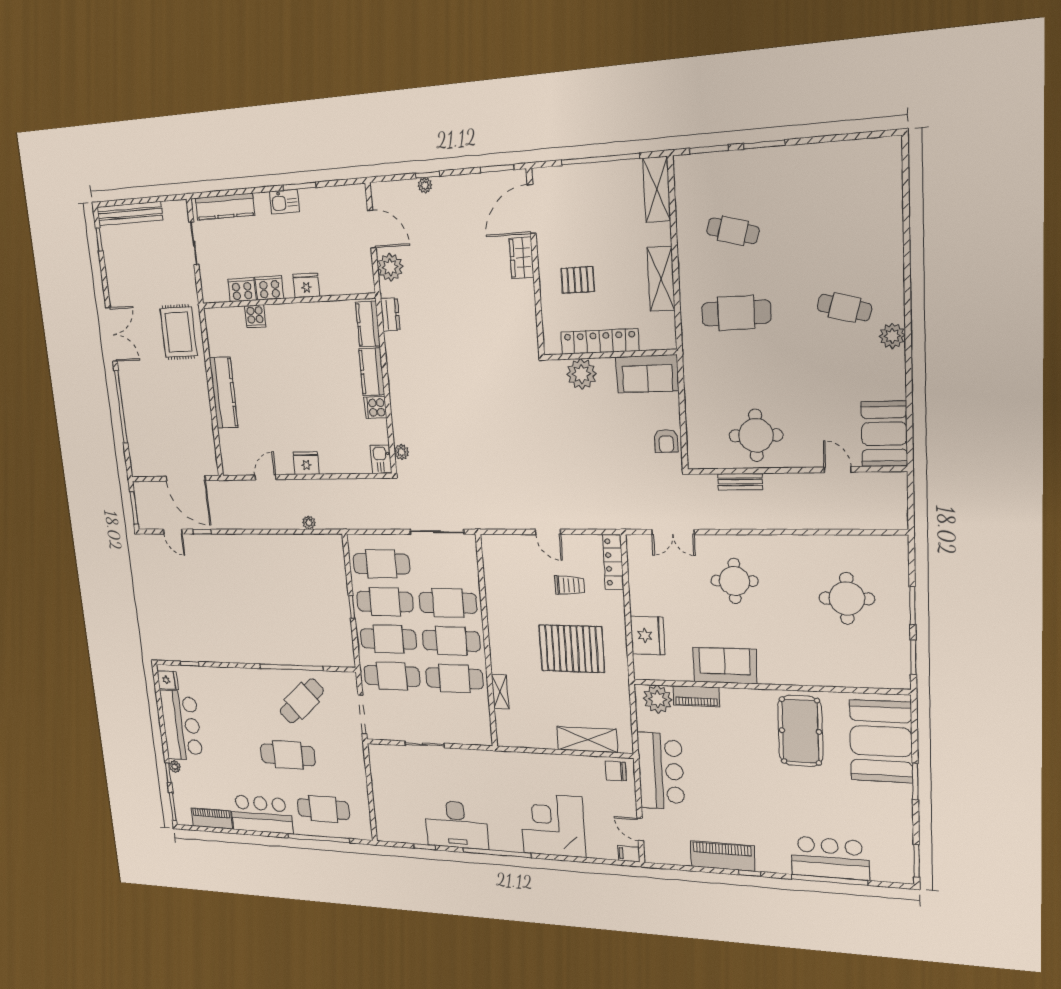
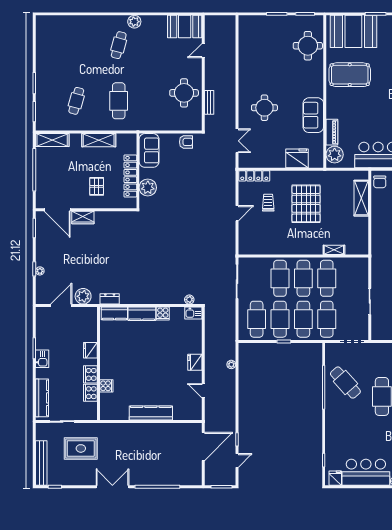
rug: (178, 332) -> (81, 448), moved
round table: (847, 598) -> (308, 46), moved

